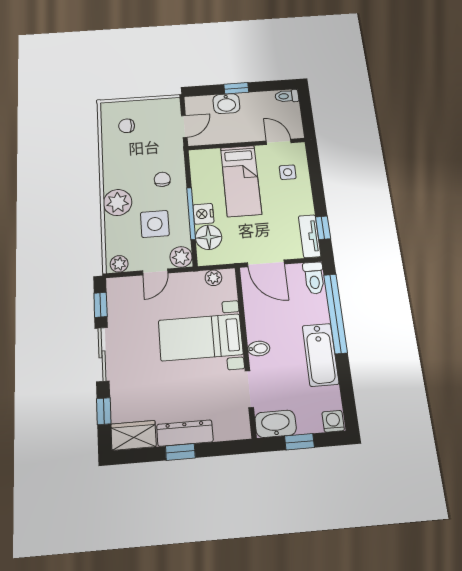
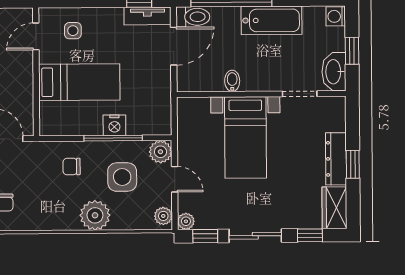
floor lamp: (209, 237) -> (141, 122), removed
door: (266, 263) -> (174, 46), moved
plant: (213, 278) -> (186, 221), moved
bidet: (259, 348) -> (232, 81), moved

